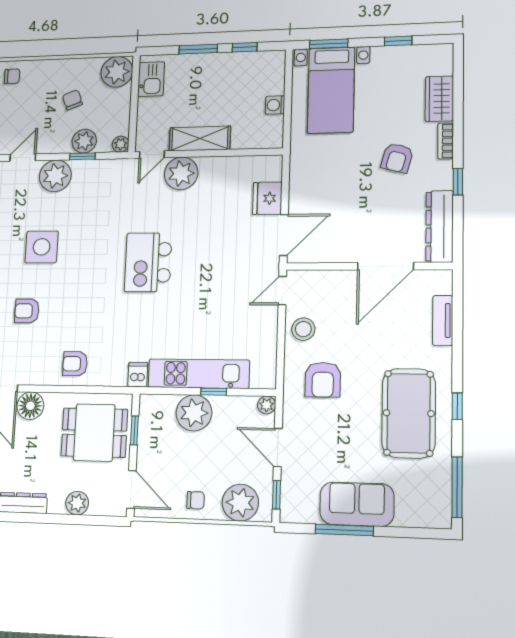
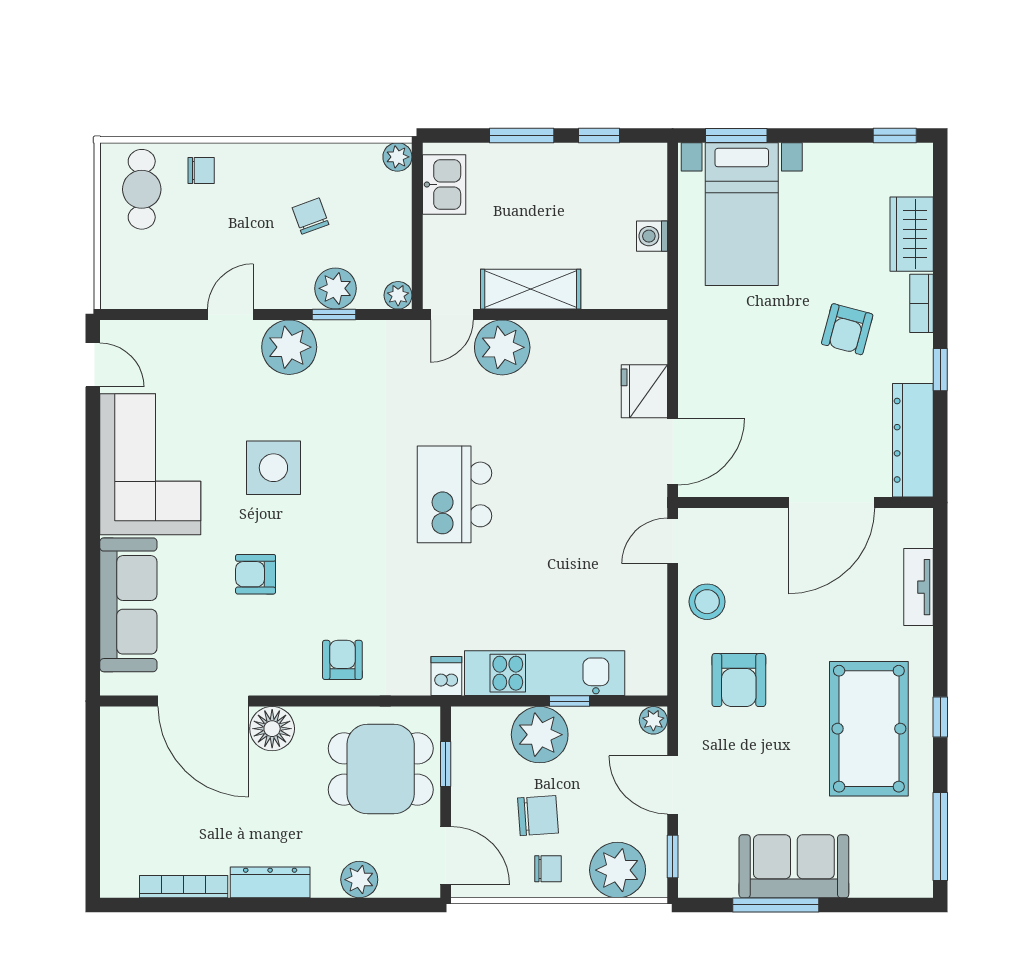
window: (398, 41) -> (895, 135), moved
plant: (117, 72) -> (397, 157), width x0.53, depth x0.53
armchair: (75, 364) -> (342, 660), turned 90
chair: (191, 465) -> (538, 816), added

